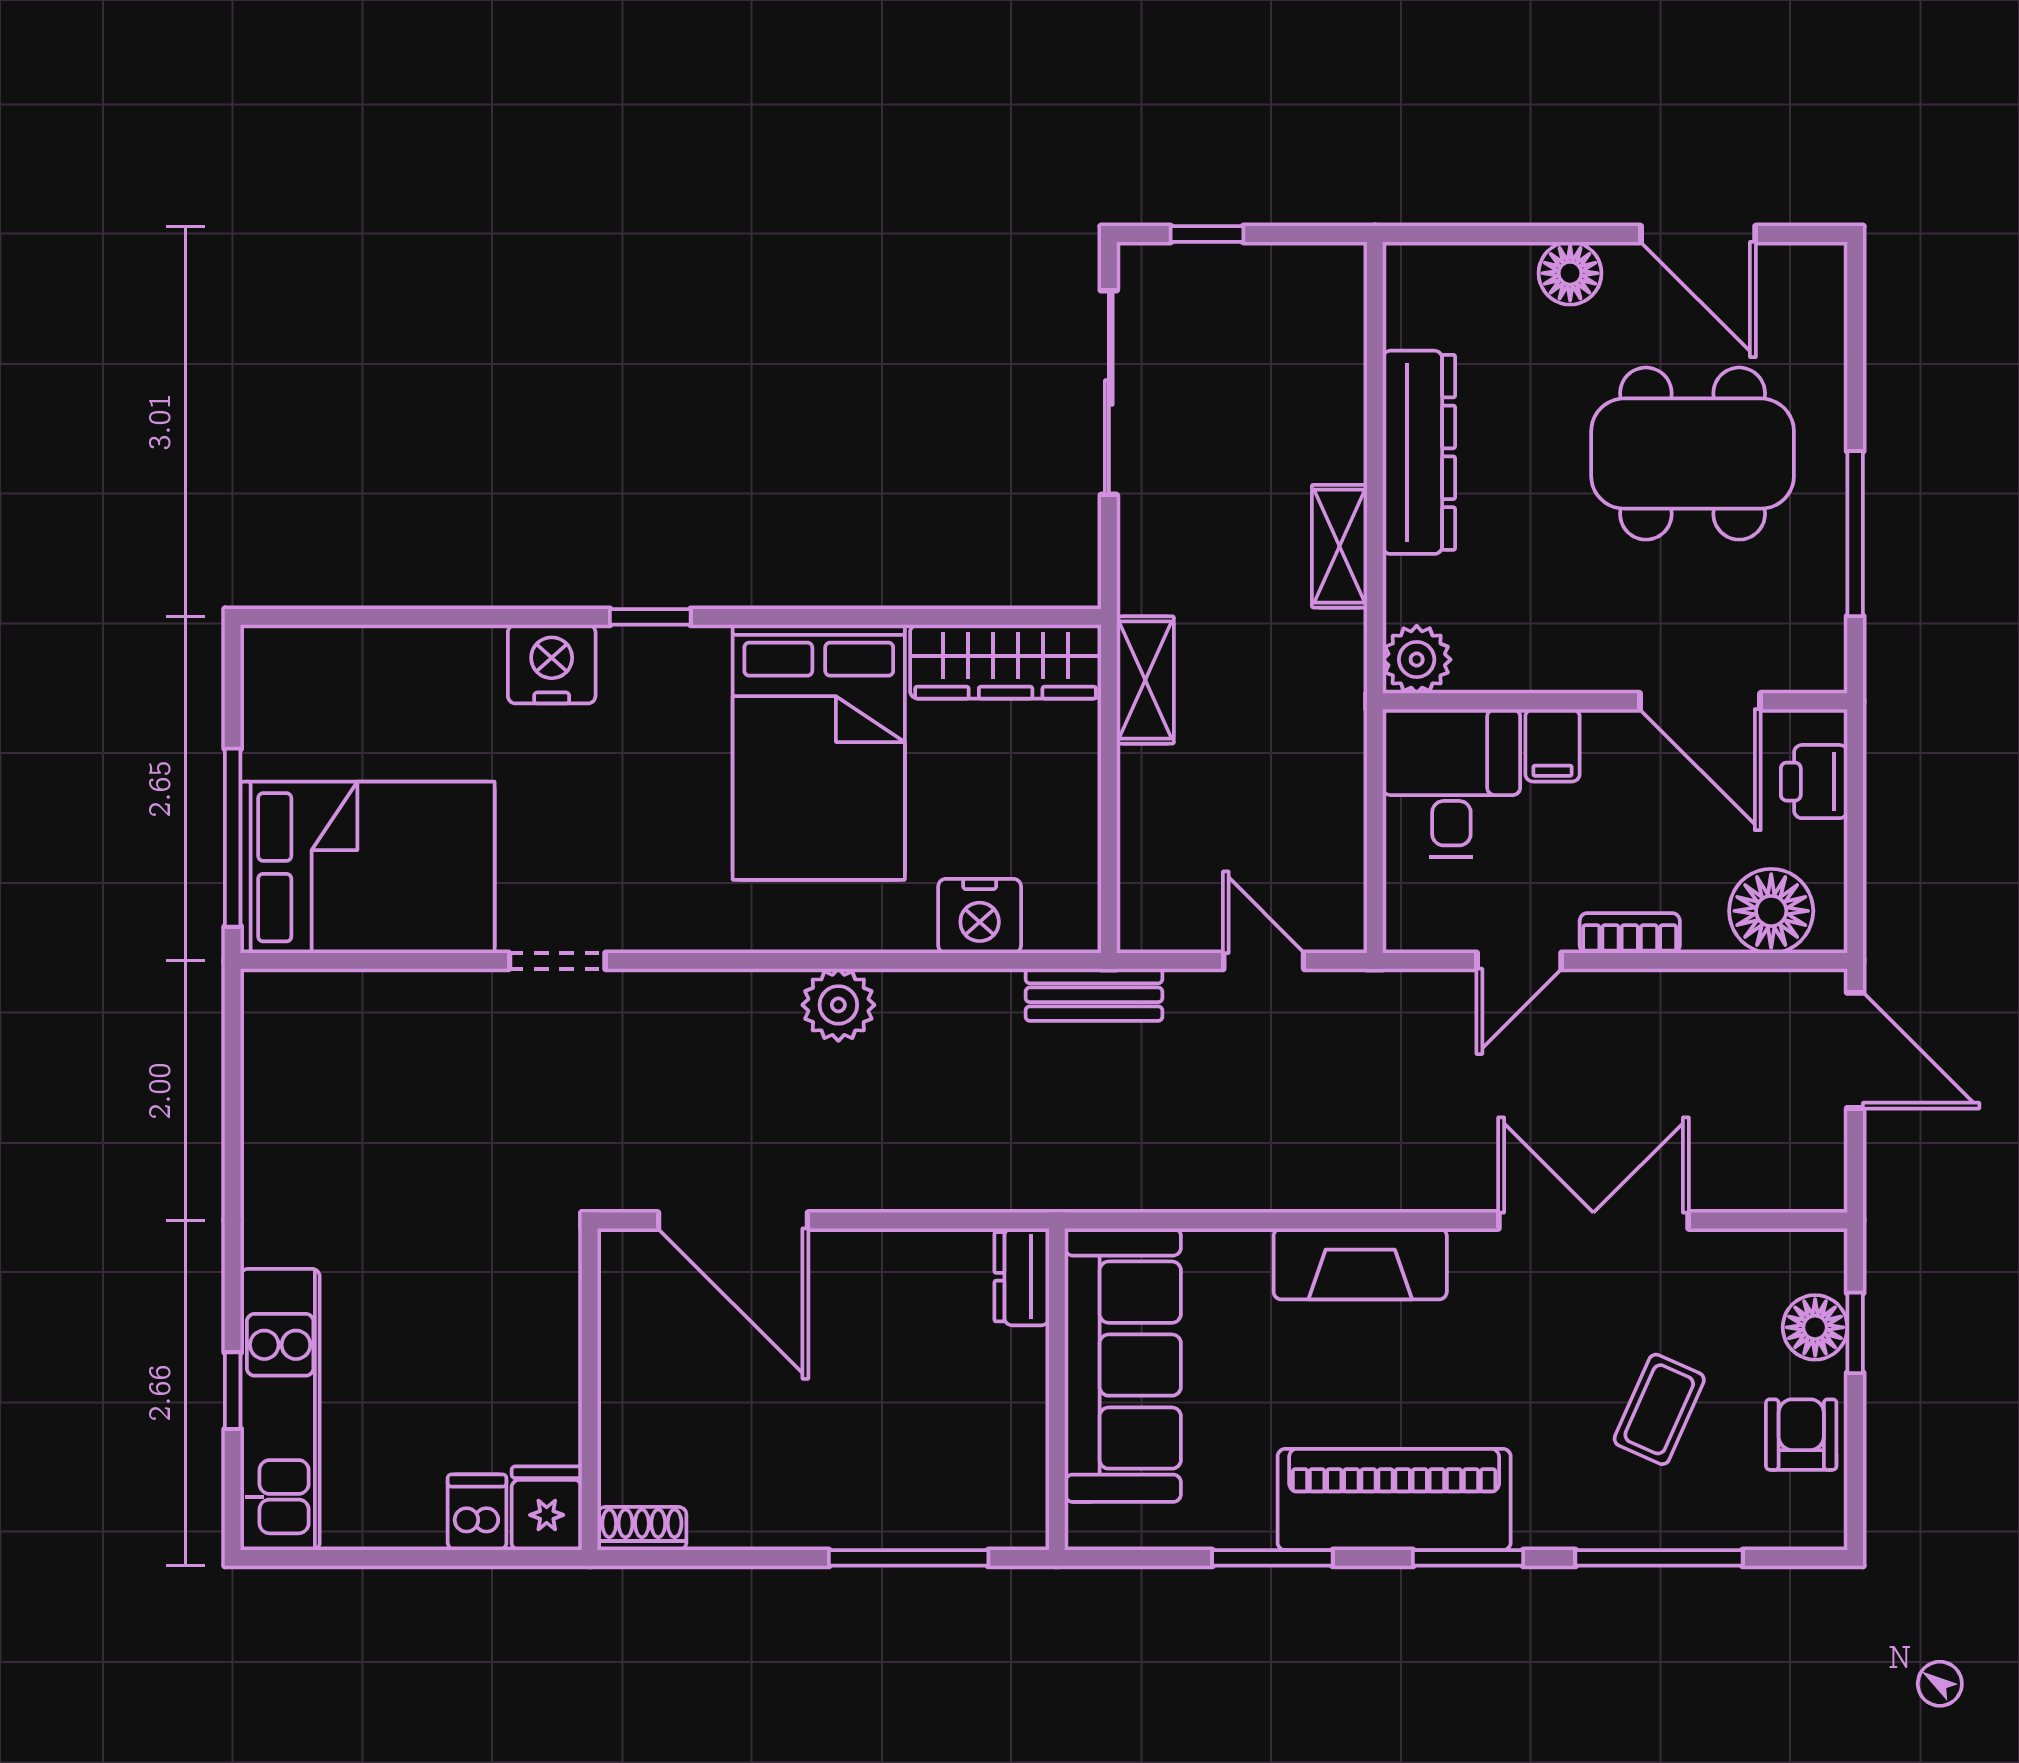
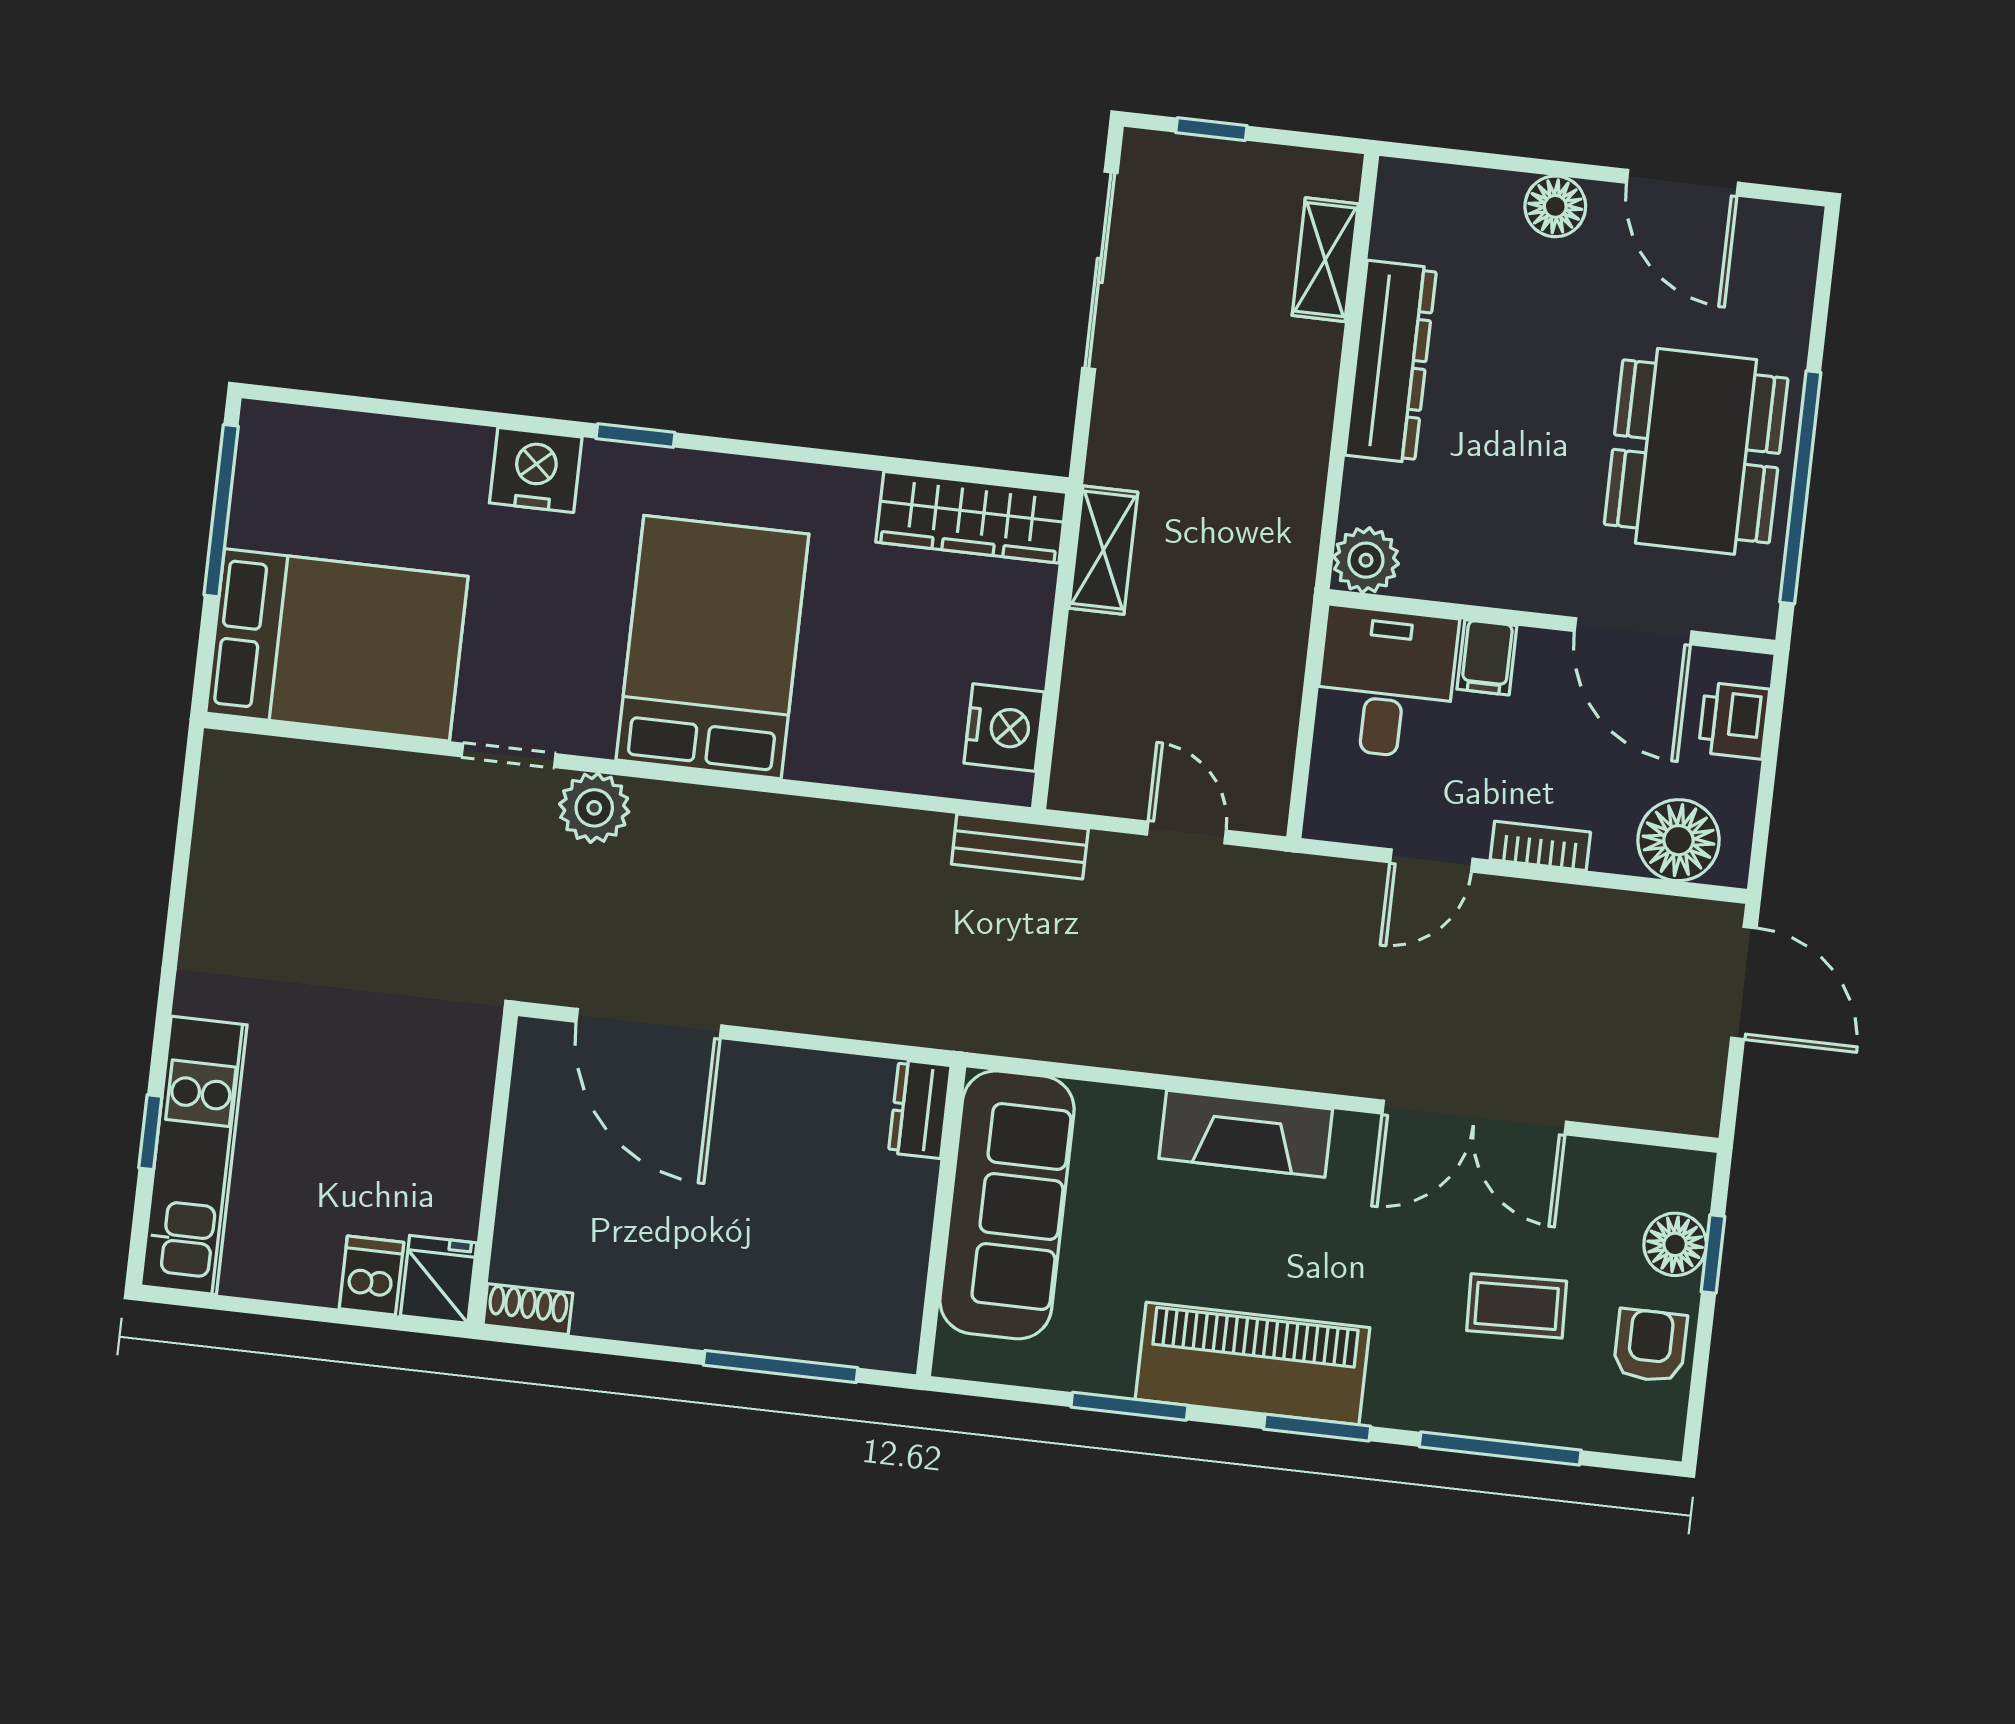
dining table: (1693, 454) -> (1696, 451), moved, turned 90
window: (1855, 534) -> (1800, 487), width x1.46
shelving: (1339, 546) -> (1325, 260), moved
bed: (819, 752) -> (712, 647), moved, turned 180
window: (233, 838) -> (221, 511), moved
nightstand: (980, 916) -> (1004, 727), moved, turned -90
plant: (838, 1005) -> (594, 808), moved
double door: (1593, 1220) -> (1474, 1118), swing flipped
coffee table: (1659, 1409) -> (1517, 1306), turned 64

